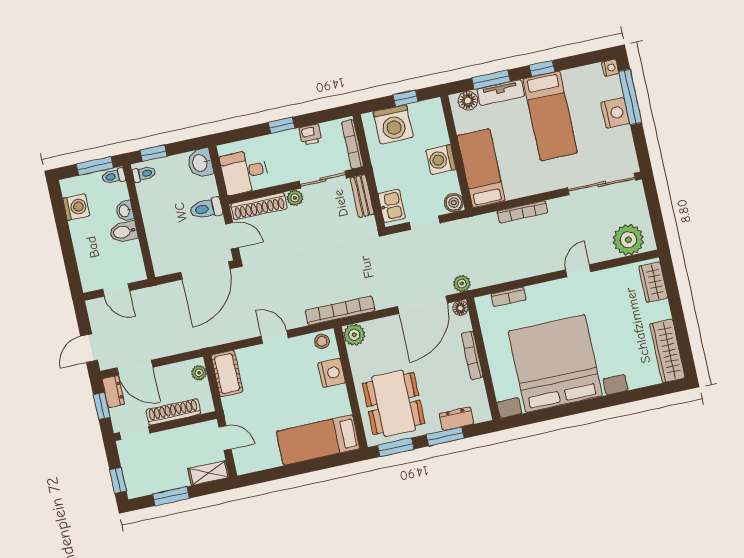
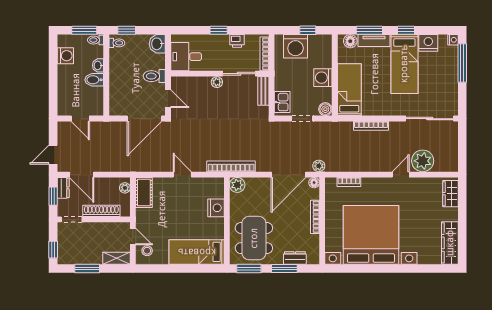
nightstand: (615, 113) -> (428, 43), moved, turned -90
shoe rack: (259, 206) -> (191, 82), removed
plant: (628, 240) -> (423, 161), moved
stool: (322, 341) -> (147, 251), moved

